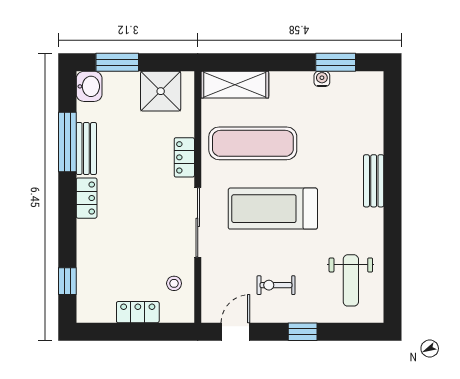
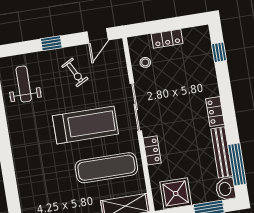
window: (67, 142) -> (237, 164), moved
bench: (86, 149) -> (222, 152), width x1.36
bench: (374, 181) -> (19, 155), removed
exercise bike: (276, 285) -> (75, 72), turned 62

